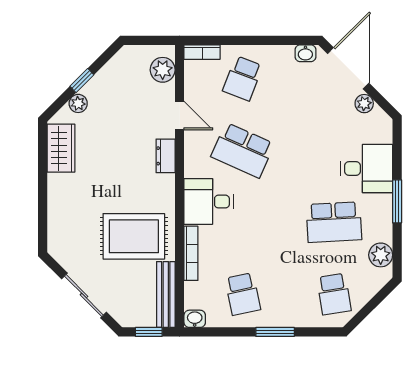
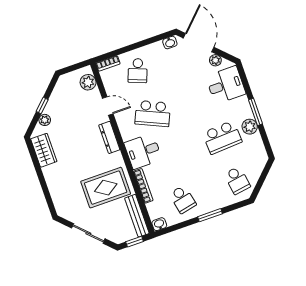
dresser: (166, 156) -> (109, 137), width x1.44
desk: (367, 168) -> (226, 85), moved
plant: (381, 255) -> (250, 127), moved

